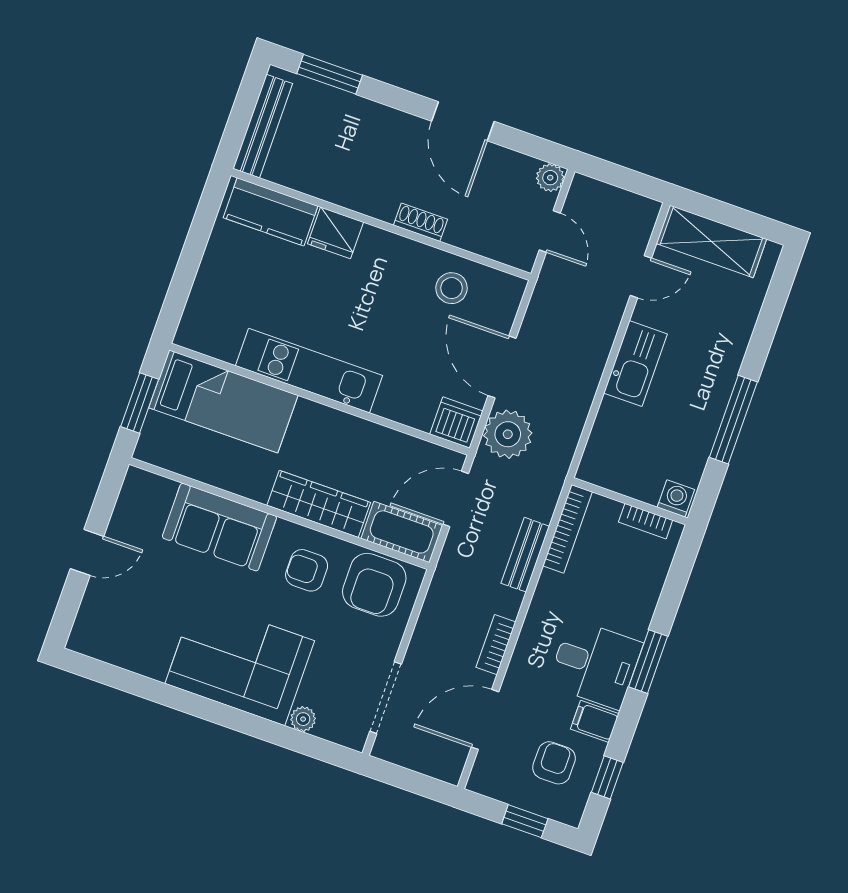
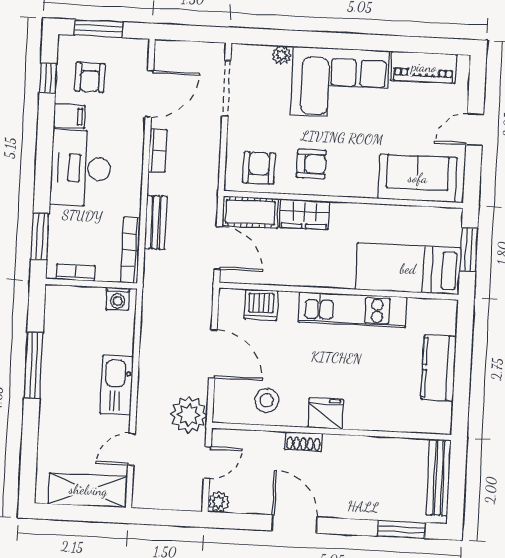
kitchen counter: (271, 212) -> (439, 368), moved, turned -90
door: (550, 231) -> (207, 463), swing flipped
fridge: (335, 233) -> (326, 414), moved
dishwasher: (456, 423) -> (261, 305), moved
plant: (508, 434) -> (189, 415), moved
washing machine: (676, 498) -> (118, 299), moved
door: (456, 499) -> (218, 248), hinge flipped
wardrobe: (319, 504) -> (304, 214), width x0.67
sofa: (219, 527) -> (418, 178), moved
armchair: (374, 585) -> (259, 168), width x0.72, depth x0.72
piano: (128, 651) -> (424, 67), added
window: (648, 662) -> (40, 236), moved
desk: (595, 664) -> (81, 168), width x1.37
window: (525, 821) -> (99, 29), width x1.50

